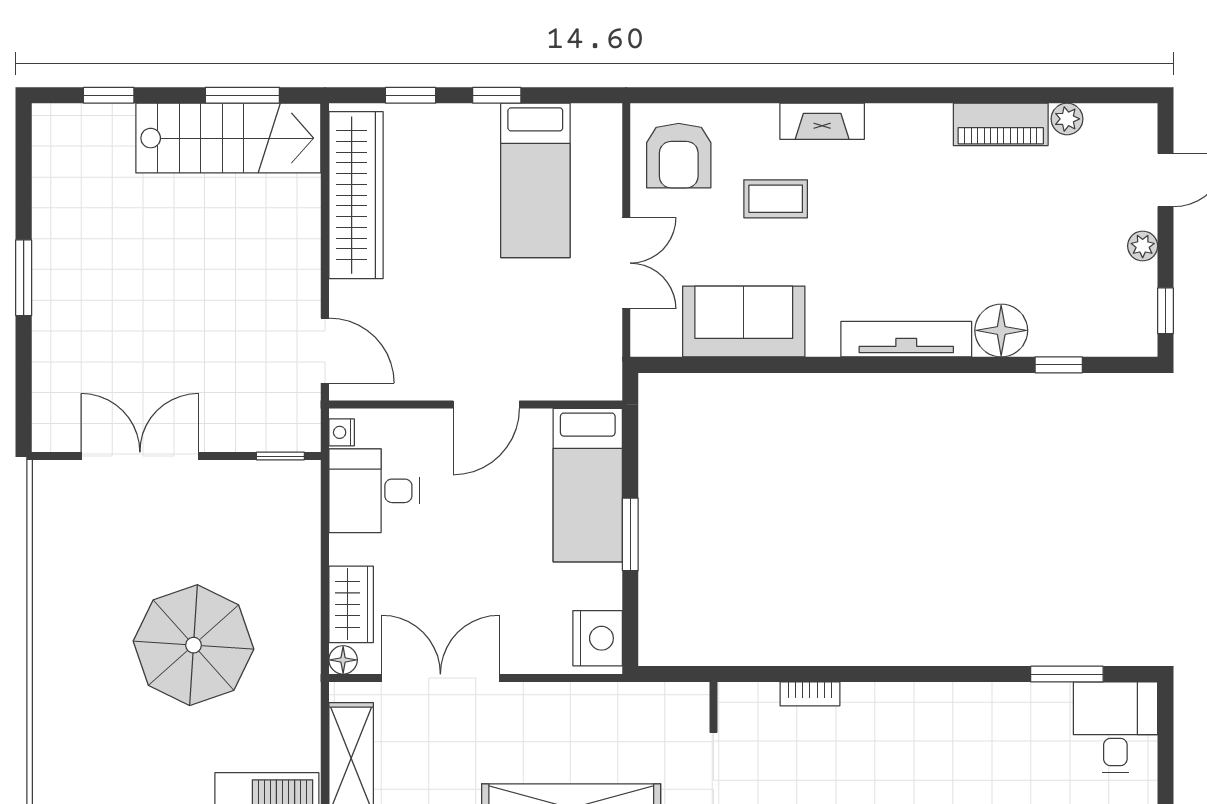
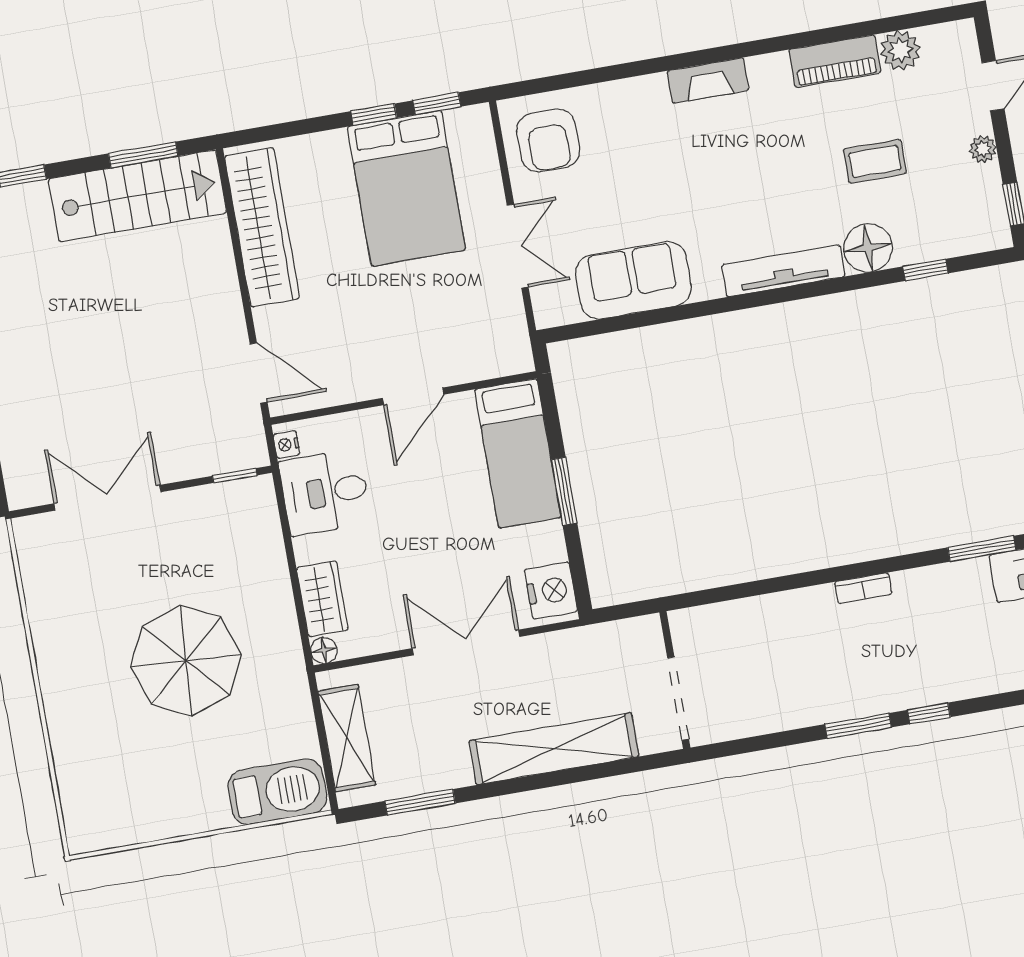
window: (411, 95) -> (437, 104), moved
plant: (1067, 119) -> (900, 50), width x1.38, depth x1.38
fireplace: (822, 121) -> (708, 80), moved
bed: (535, 180) -> (406, 188), width x1.50
coffee table: (776, 199) -> (875, 161), moved
double door: (440, 678) -> (466, 642), moved
bookcase: (810, 694) -> (863, 588), moved

